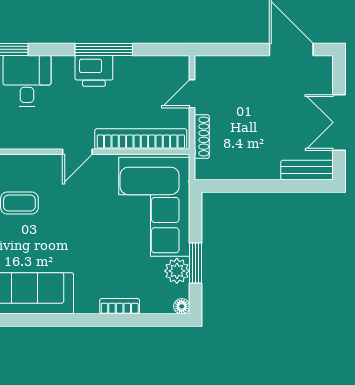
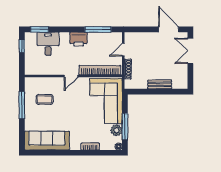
window: (104, 49) -> (98, 29), moved
double door: (339, 122) -> (190, 51), moved
bench: (307, 170) -> (160, 84), moved
window: (195, 263) -> (125, 127), width x1.44

